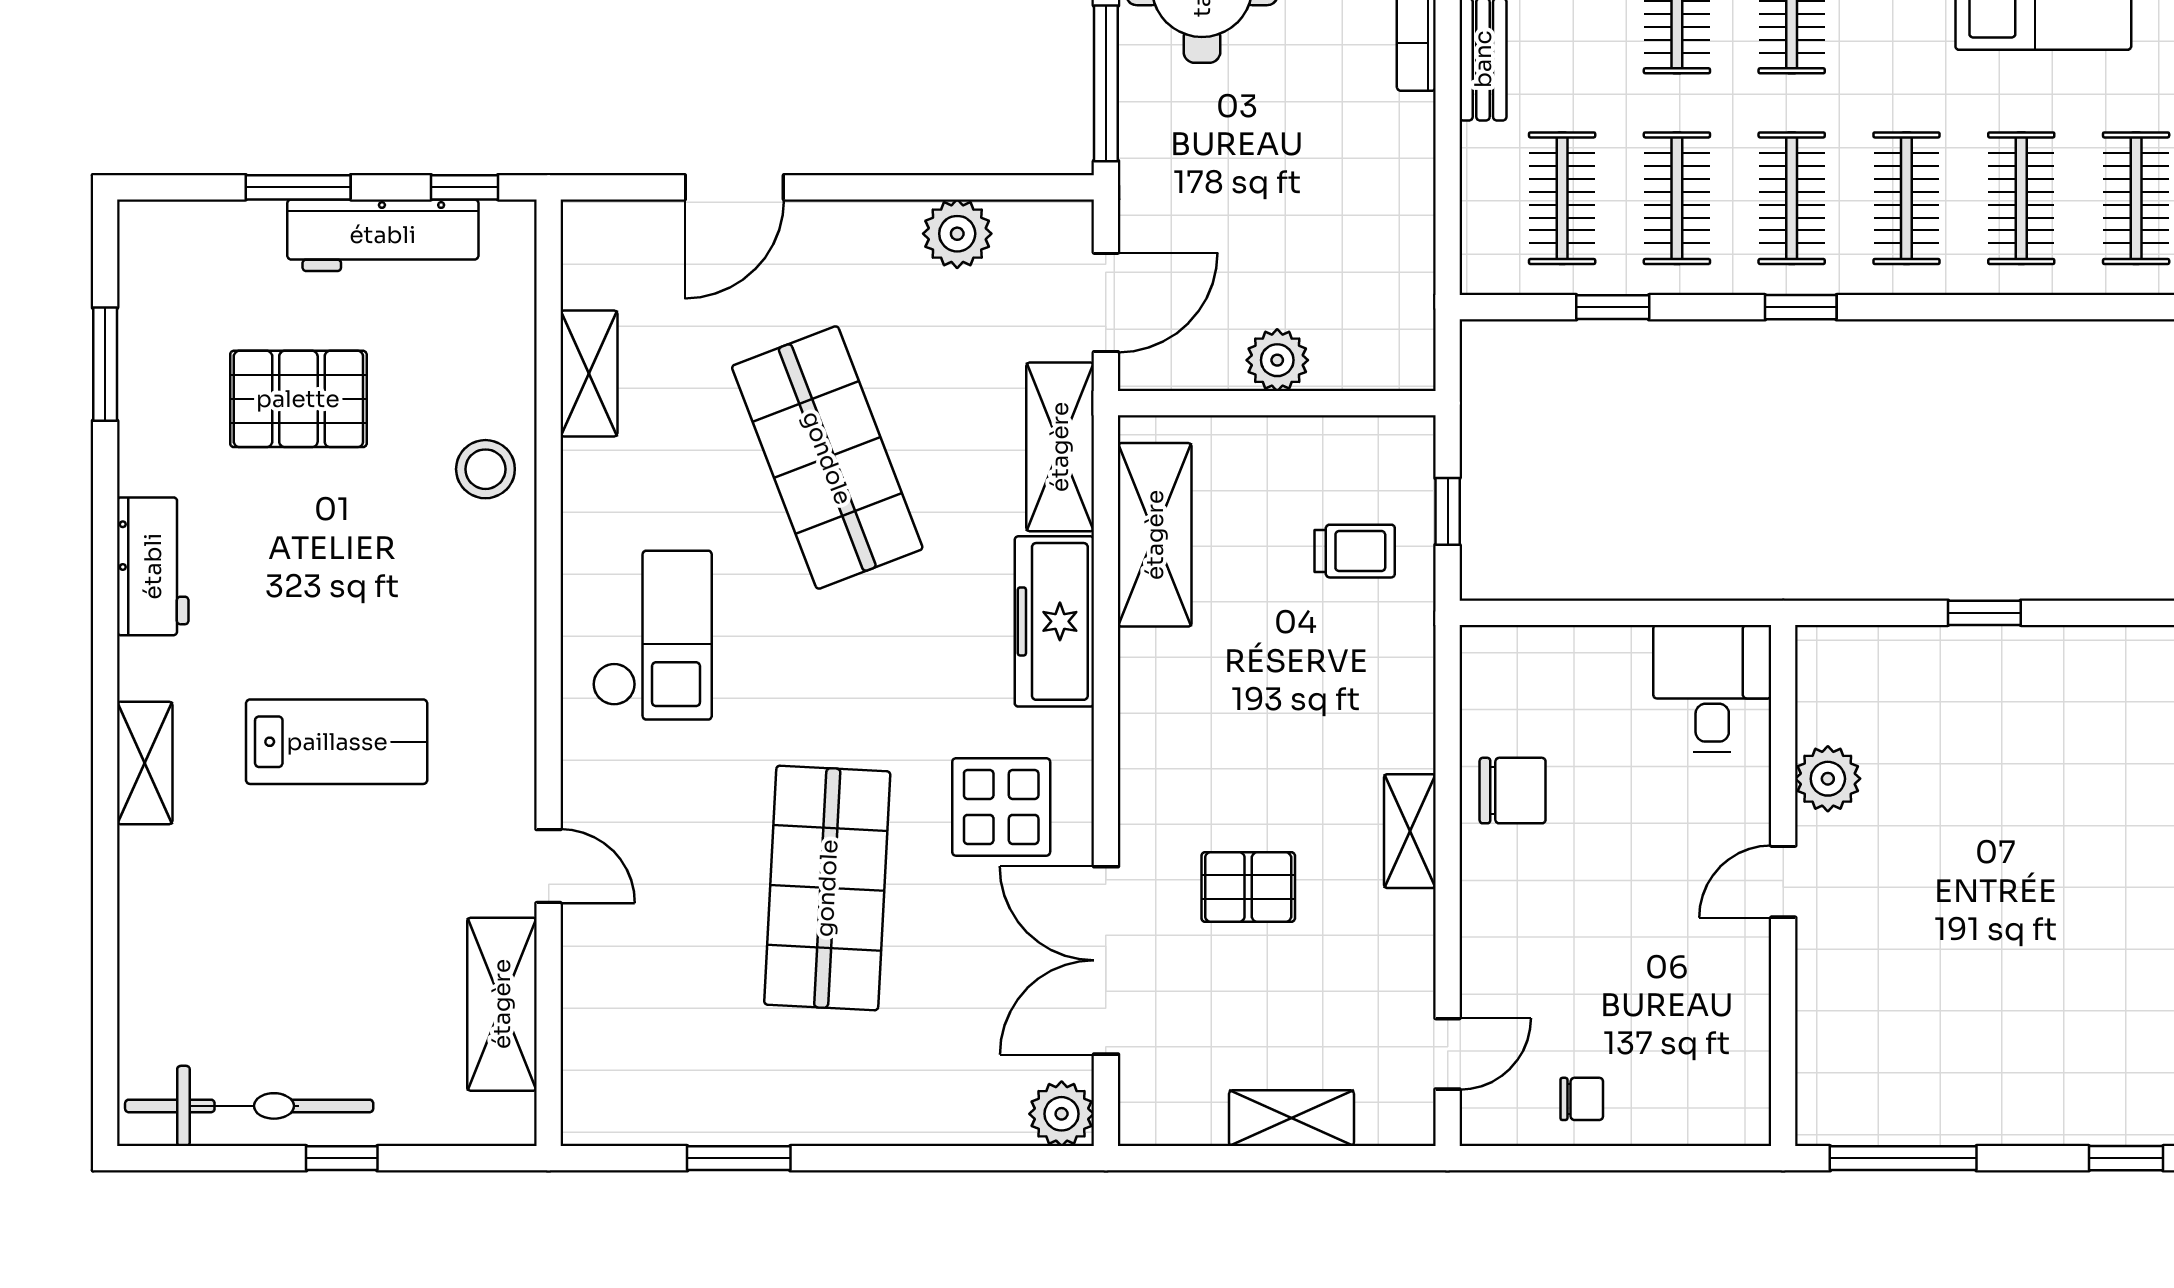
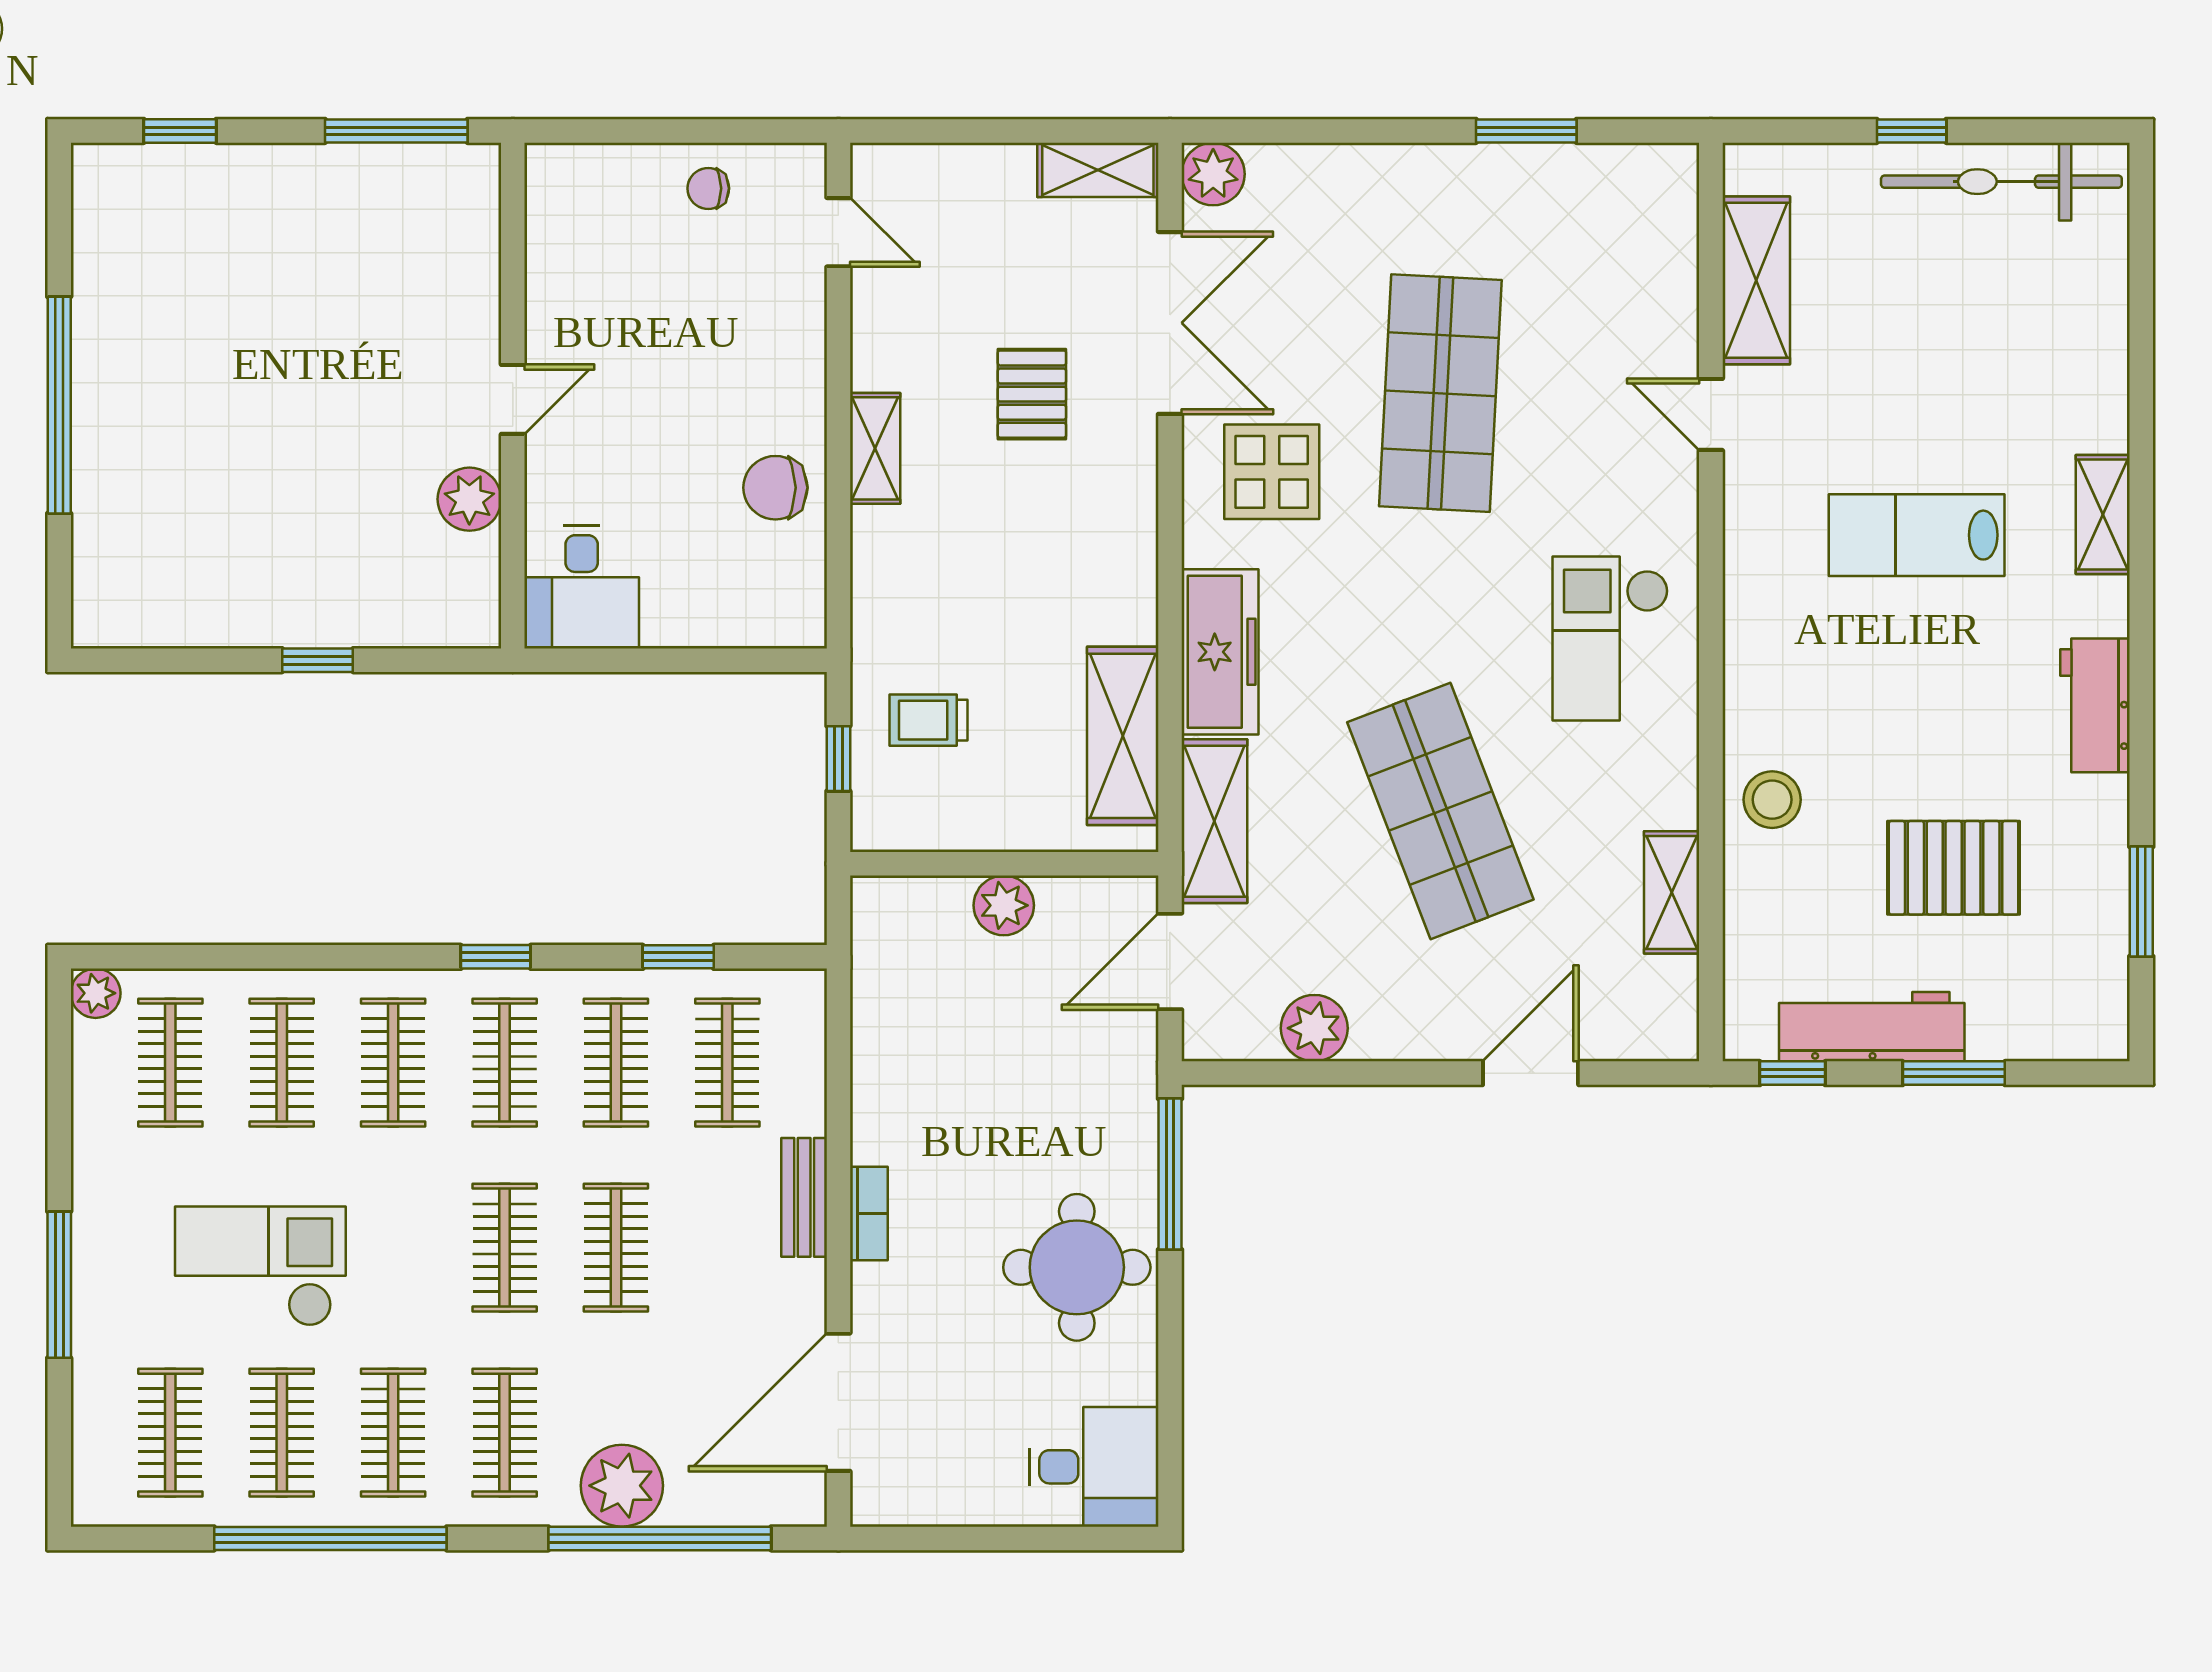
pallet: (1248, 887) -> (1032, 394), turned 90
door: (1448, 1054) -> (838, 232), swing flipped
shelving: (1291, 1118) -> (1098, 170), moved

